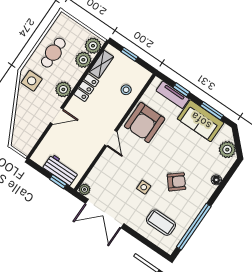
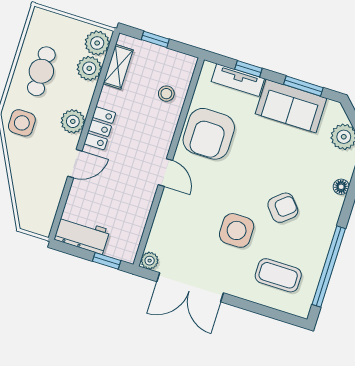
locker: (86, 88) -> (100, 128), moved
workbench: (61, 170) -> (82, 235), moved
side table: (144, 187) -> (237, 230), width x1.87, depth x1.87

